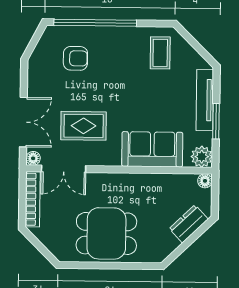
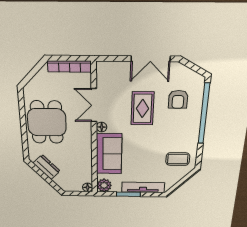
double door: (23, 122) -> (151, 59), moved
rug: (84, 126) -> (142, 108), moved
floor lamp: (33, 158) -> (102, 127), moved
double door: (64, 169) -> (94, 105), moved
dresser: (189, 224) -> (47, 167), moved

